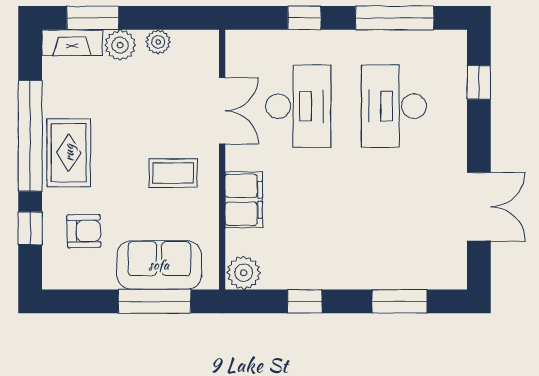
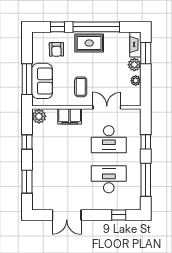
double door: (222, 111) -> (107, 107), swing flipped

